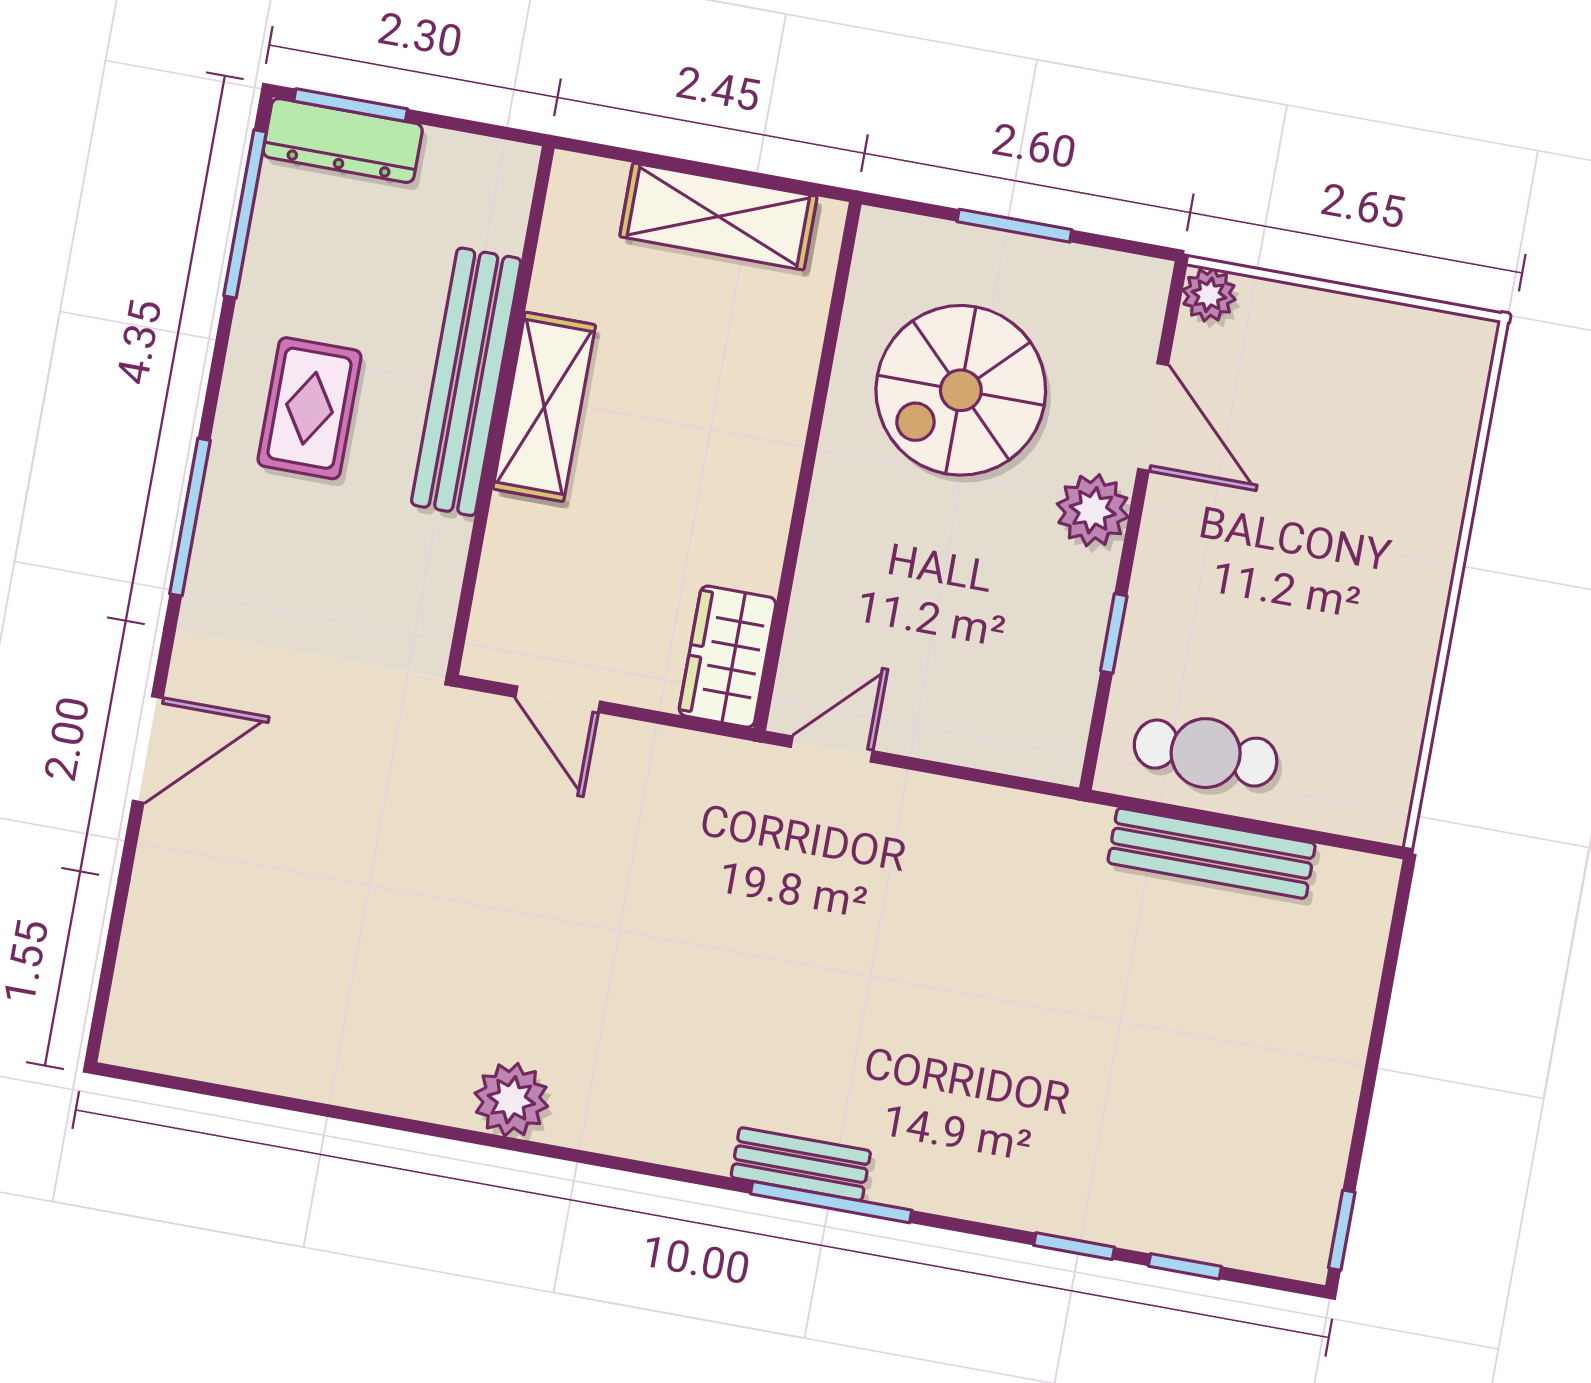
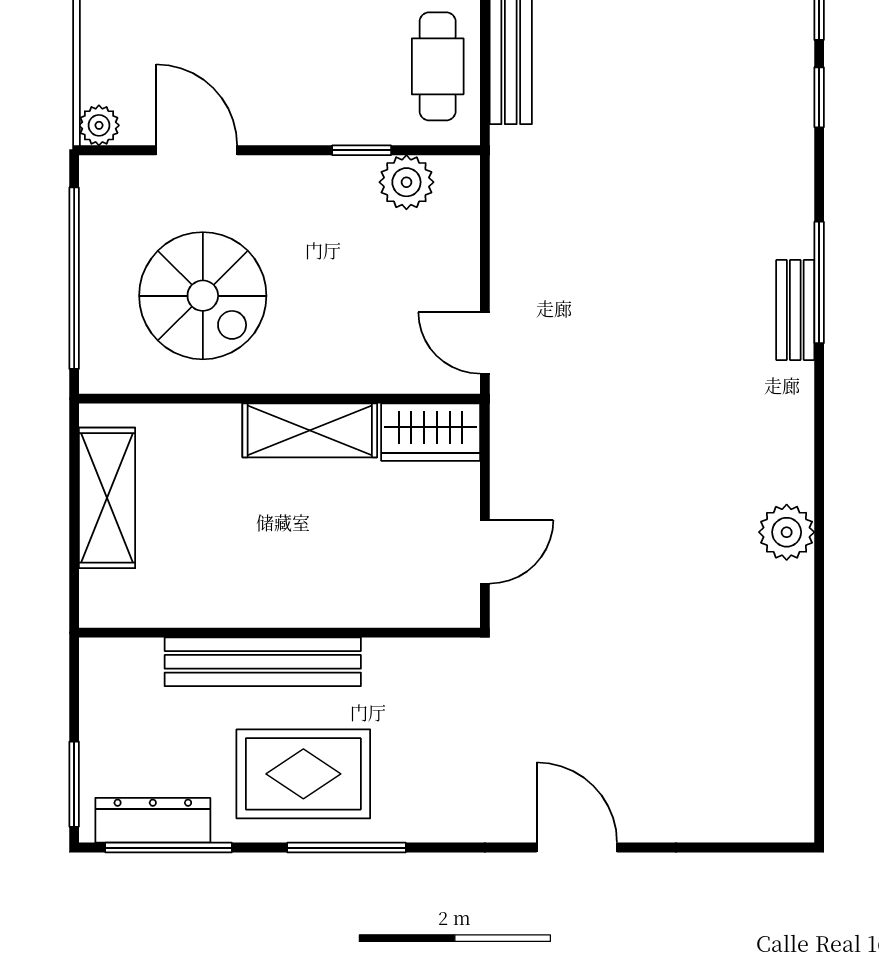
dresser: (343, 141) -> (153, 820), moved, turned -90
window: (1014, 226) -> (74, 278), width x2.11
shelving: (544, 407) -> (310, 430), moved
rug: (309, 408) -> (303, 774), width x1.36, depth x1.43
door: (1153, 417) -> (197, 150), hinge flipped
plant: (1093, 510) -> (406, 182), moved
window: (190, 517) -> (347, 848), moved

